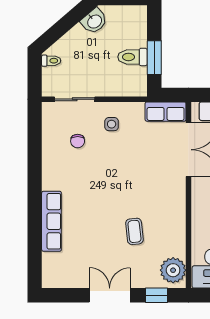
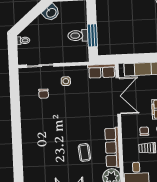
row of seats: (51, 221) -> (112, 147), moved, turned 180

